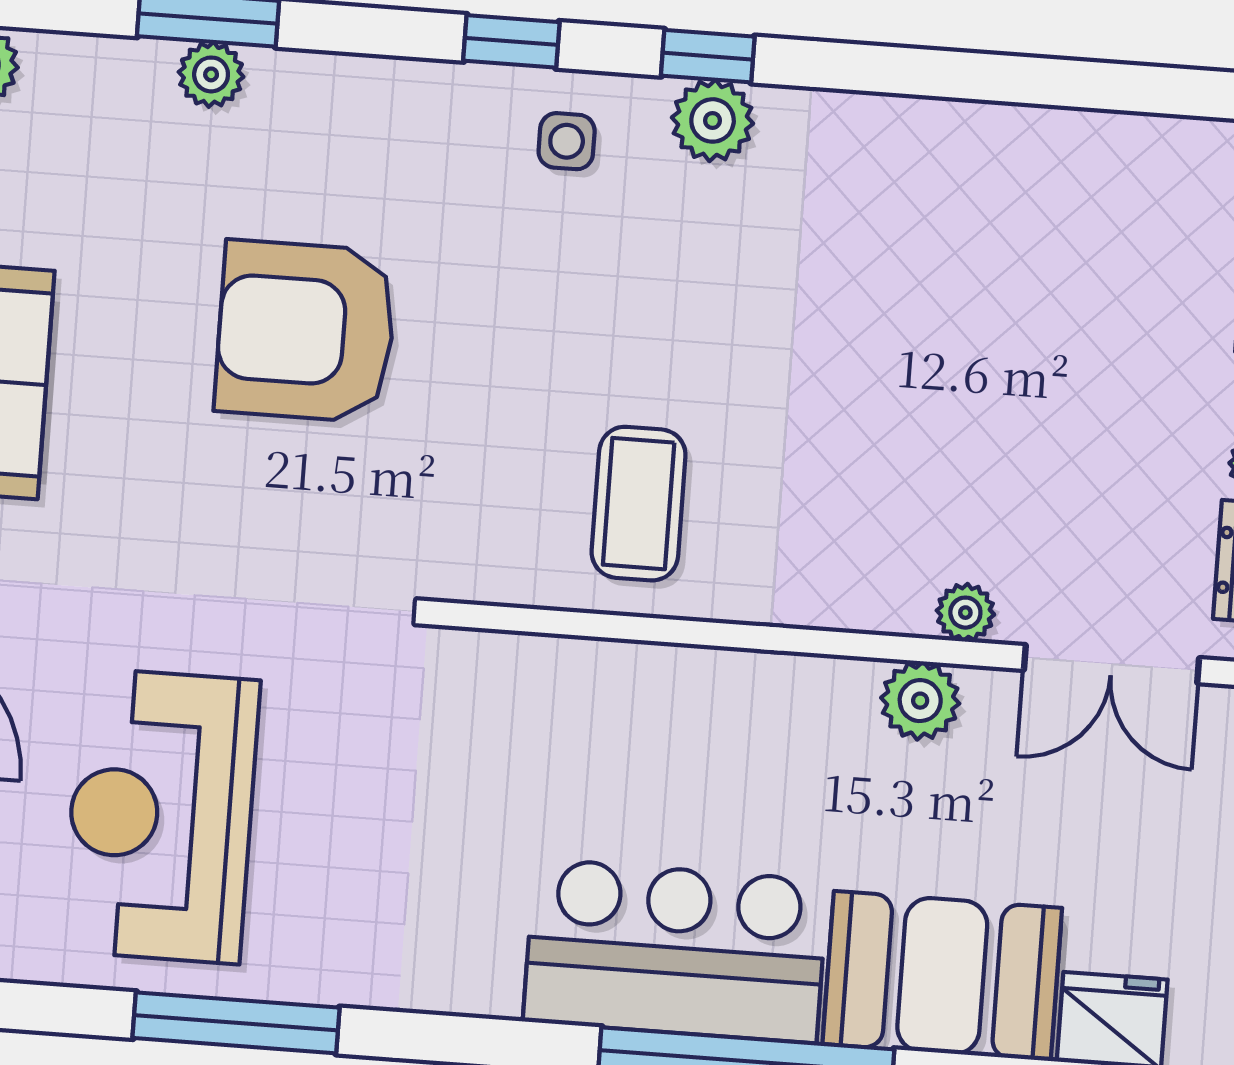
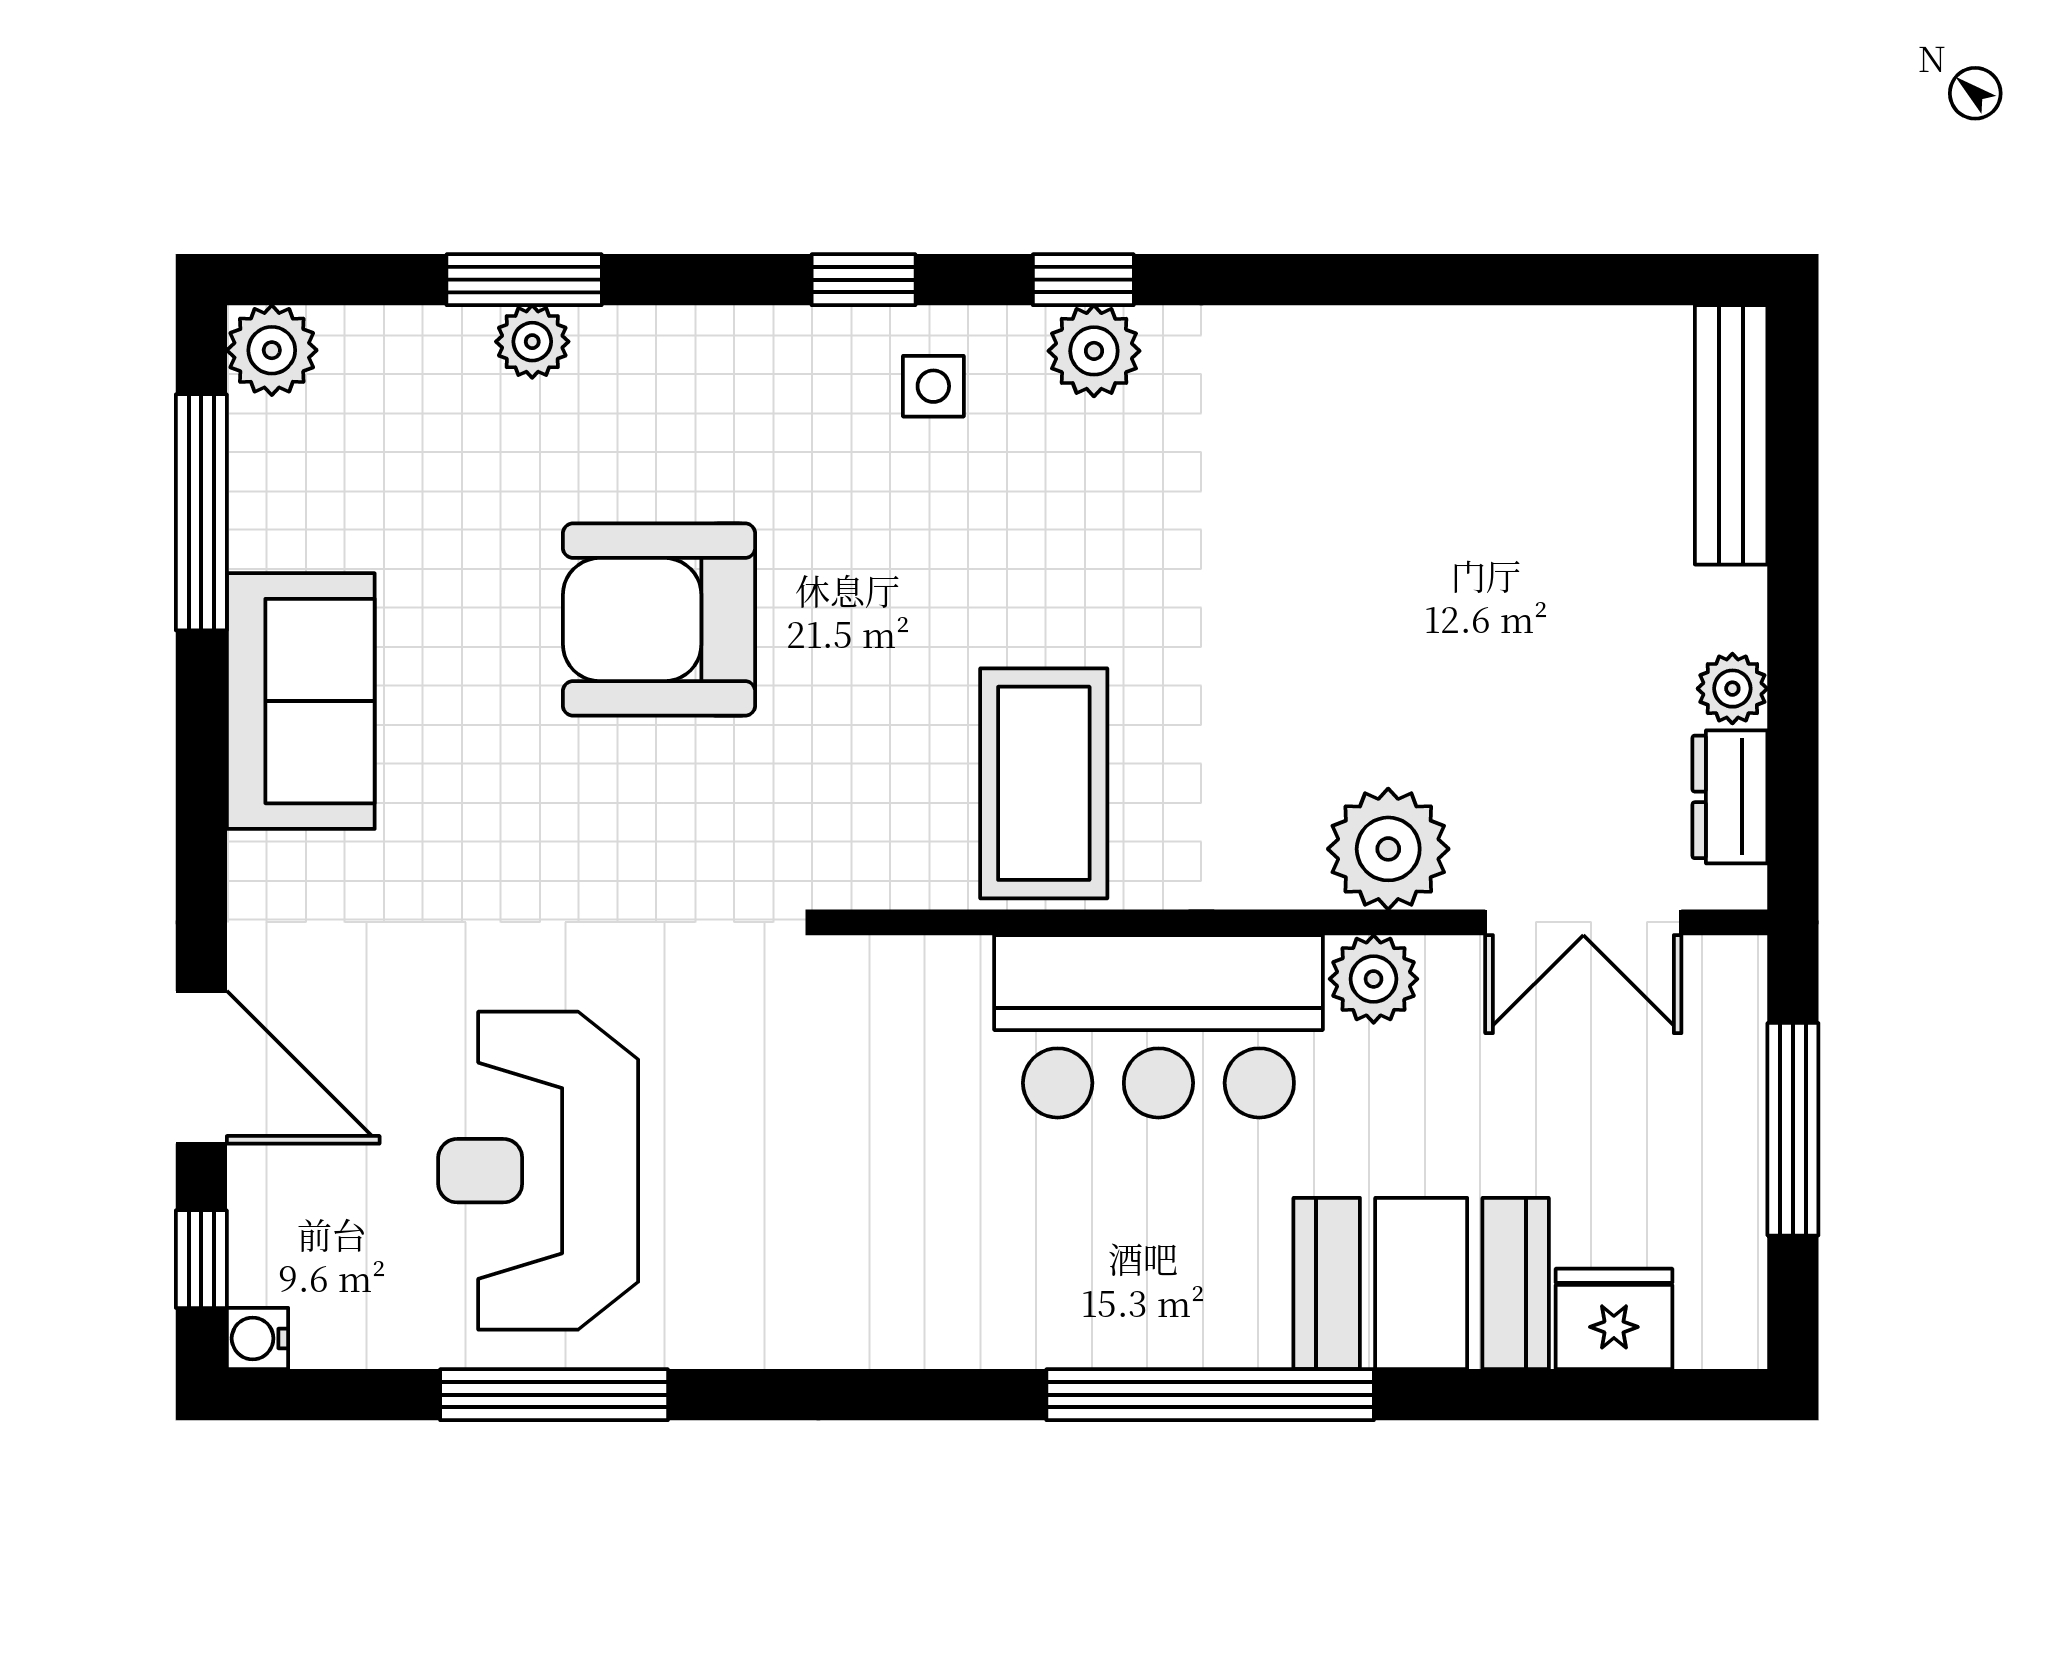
coffee table: (639, 504) -> (1044, 783), width x1.36, depth x1.32
plant: (965, 613) -> (1388, 849), width x1.88, depth x1.88
bar counter: (676, 951) -> (1158, 1026), moved, turned 180
window: (236, 1023) -> (554, 1395), moved

